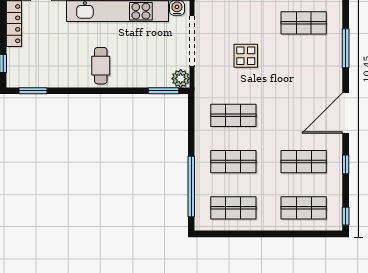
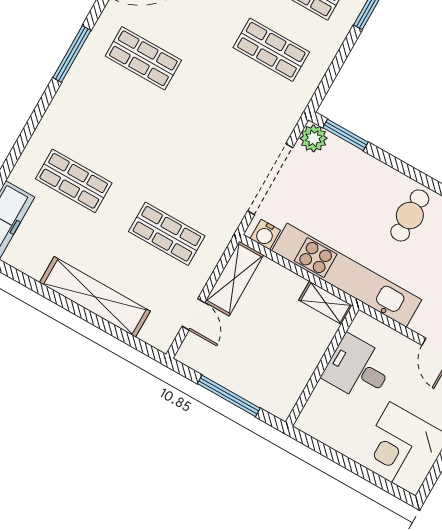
shop shelf: (304, 23) -> (143, 58), moved
display table: (246, 56) -> (210, 119), removed

